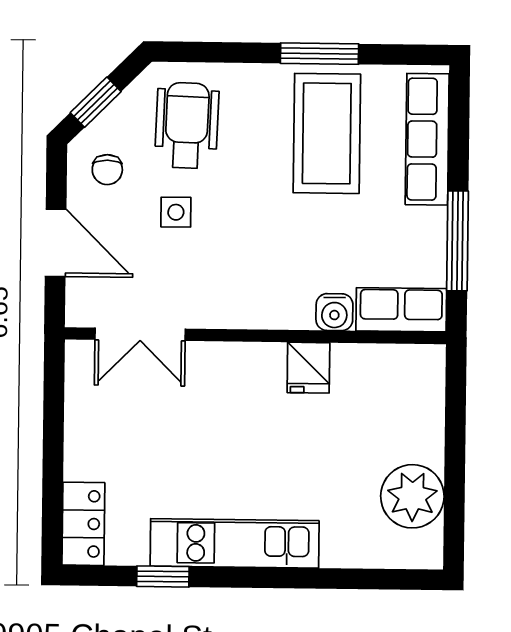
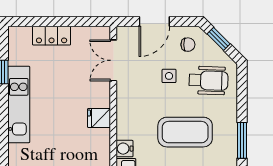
coffee table: (327, 133) -> (185, 132), moved
chair: (107, 170) -> (188, 45), turned 180
fridge: (308, 368) -> (99, 118), moved
locker: (83, 524) -> (52, 36), moved

